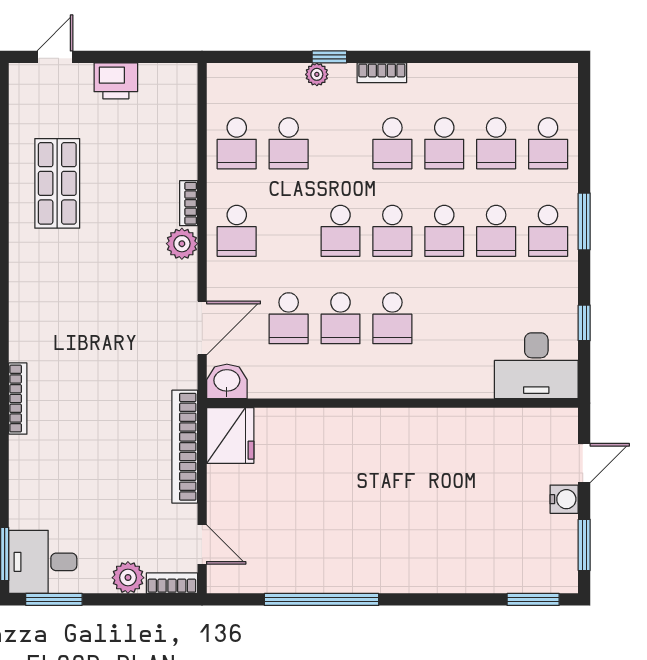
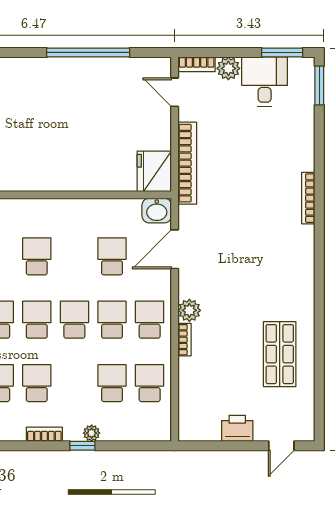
school desk: (340, 318) -> (112, 320), moved
desk: (43, 562) -> (265, 81), moved, turned -90

